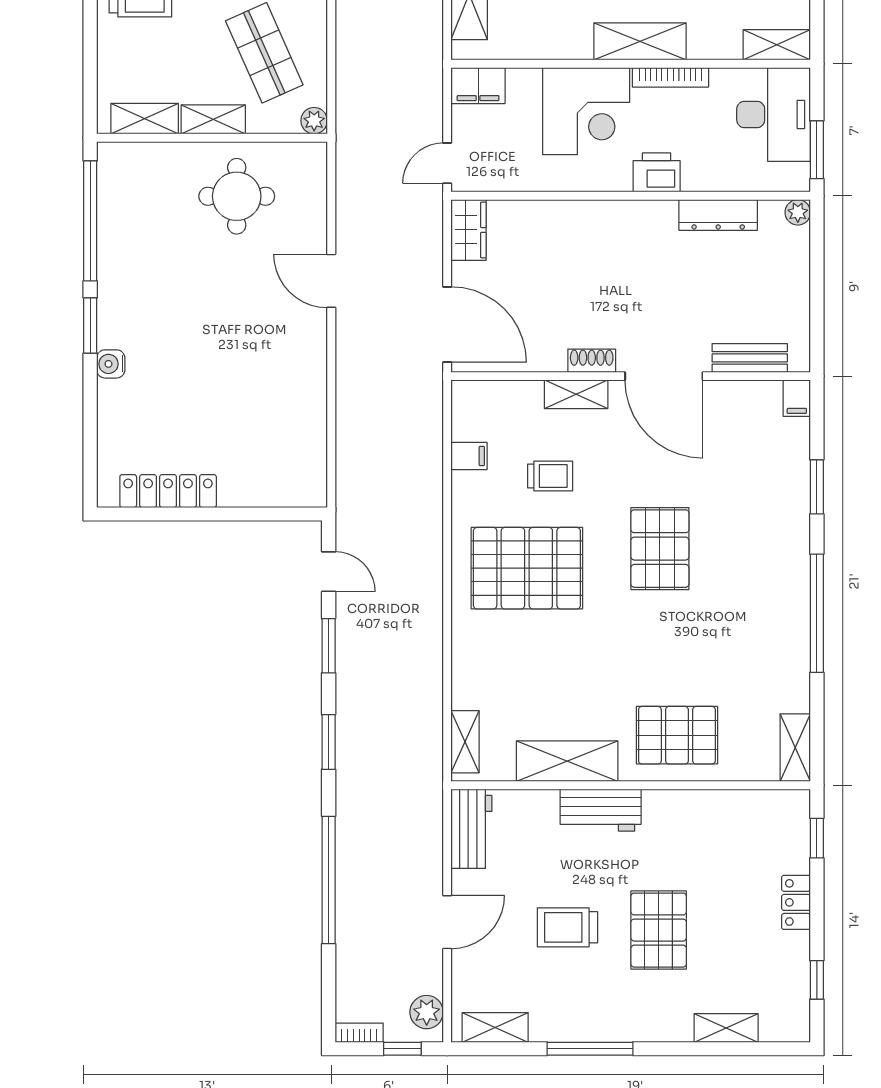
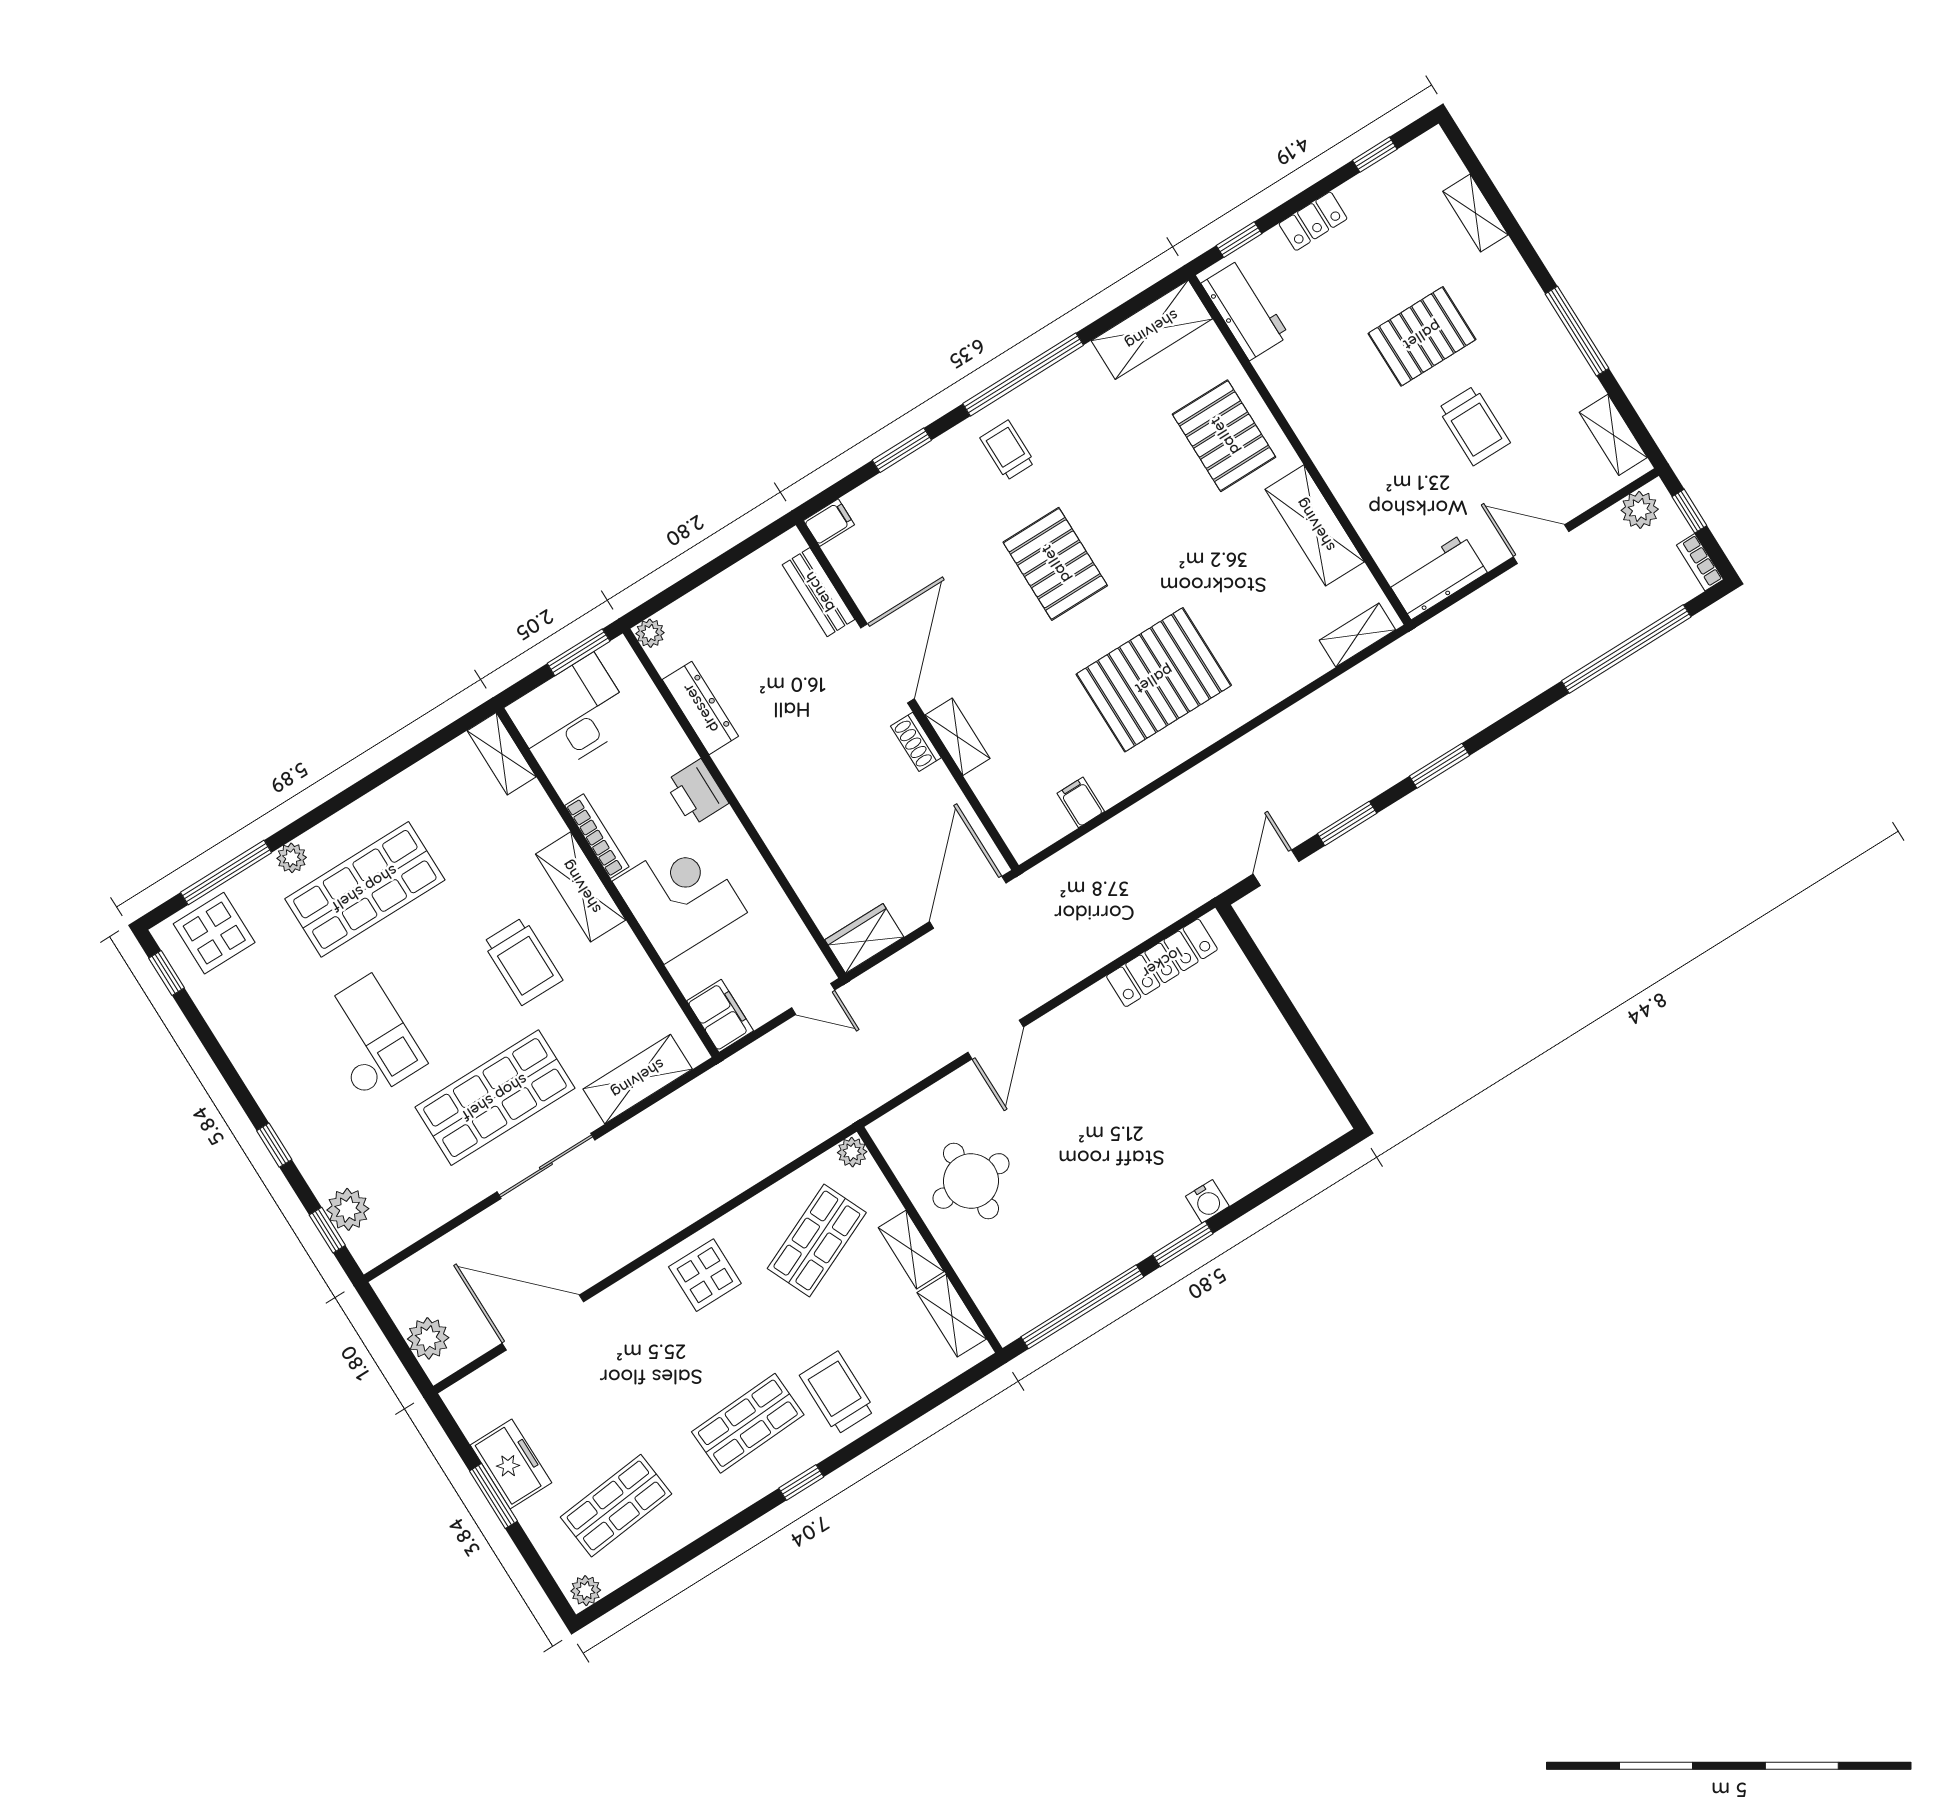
trolley: (550, 476) -> (1007, 450), moved
locker: (168, 491) -> (1162, 963), moved, turned -90
pallet: (660, 549) -> (1055, 564), turned 90
pallet: (527, 568) -> (1154, 680), turned 90
shelving: (795, 748) -> (1152, 330), width x1.50, depth x1.33
workbench: (601, 810) -> (1245, 310), moved
window: (329, 880) -> (1626, 649), moved

